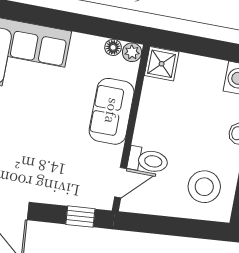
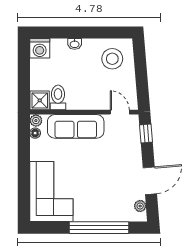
sofa: (112, 111) -> (76, 126), width x1.36
toilet: (148, 160) -> (58, 97), moved

